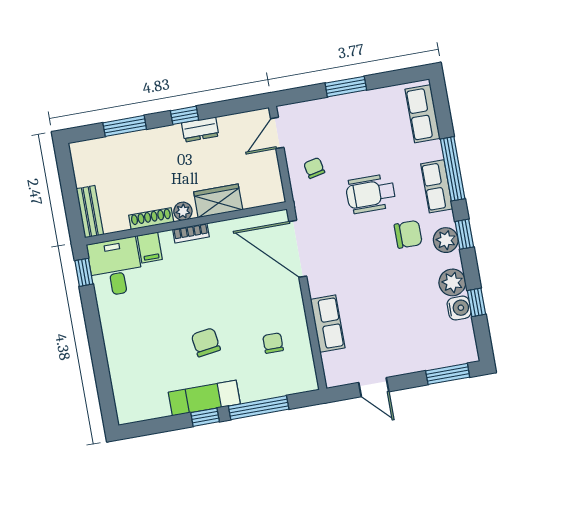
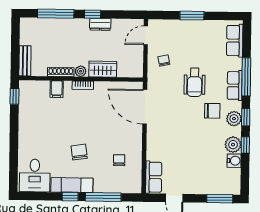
window: (125, 126) -> (56, 14), width x1.44
wheelchair: (371, 194) -> (194, 82), turned -90
desk: (115, 267) -> (35, 175), moved, turned 180
window: (476, 302) -> (245, 145), moved
row of seats: (328, 324) -> (154, 177), moved

